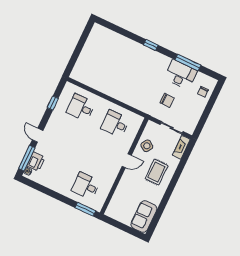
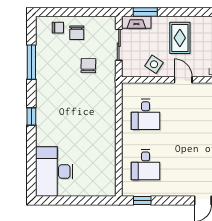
desk: (181, 75) -> (54, 172), moved, width x1.36, depth x1.30
window: (53, 103) -> (142, 201), moved
chair: (193, 103) -> (77, 33), added
window: (185, 157) -> (145, 12), added
rug: (156, 172) -> (180, 38), turned 90

